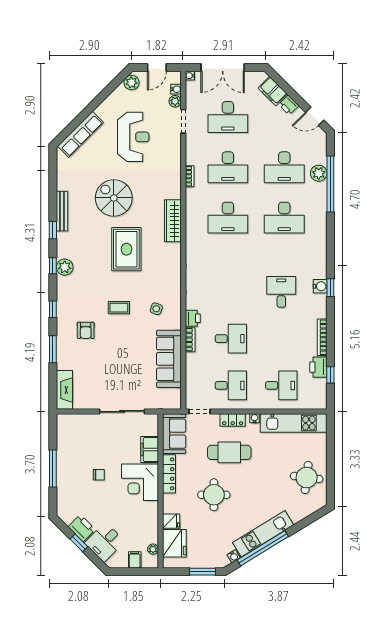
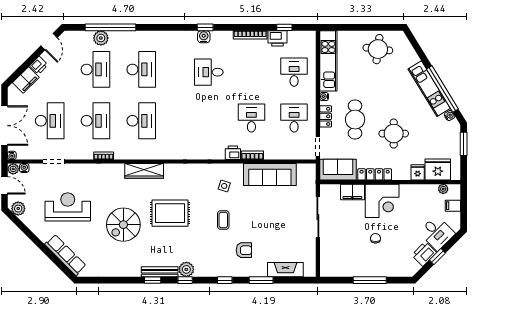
plant: (175, 101) -> (13, 169), moved
bench: (62, 211) -> (160, 272), moved
fireplace: (64, 390) -> (285, 270), moved

